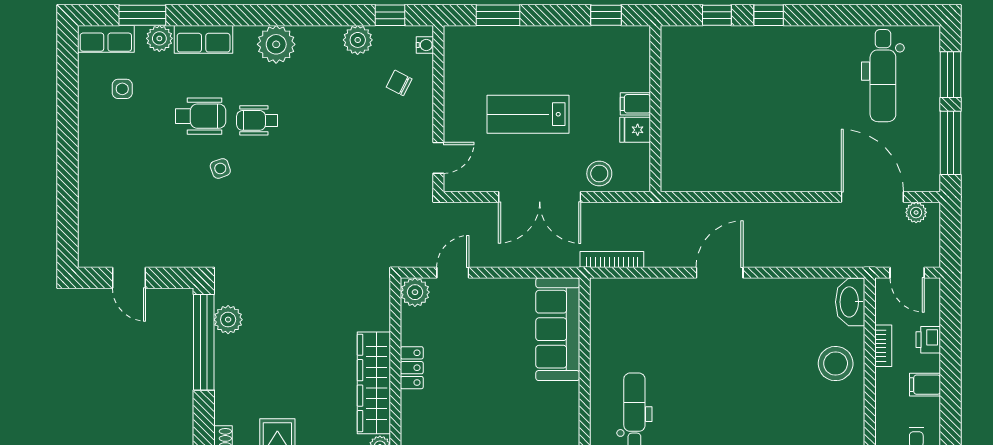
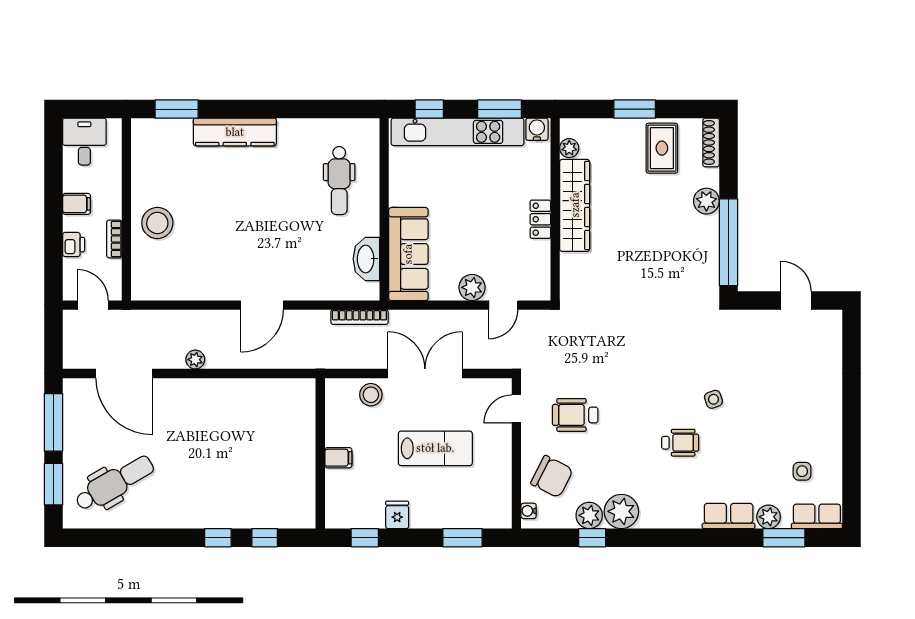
window: (390, 15) -> (592, 538), moved
plant: (276, 44) -> (621, 511), moved
dental chair: (883, 76) -> (115, 483), turned 60
chair: (399, 83) -> (552, 477), width x1.87, depth x1.87
wheelchair: (200, 116) -> (575, 415), moved
fridge: (635, 130) -> (397, 515), moved, turned -90
plant: (916, 212) -> (195, 360), moved
plant: (415, 292) -> (472, 287), moved
washbasin: (850, 302) -> (366, 259), moved, turned 180
plant: (228, 320) -> (706, 201), moved

